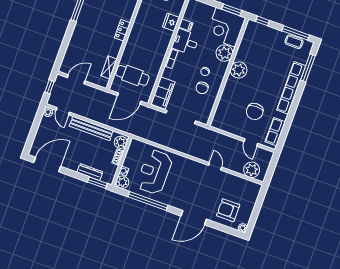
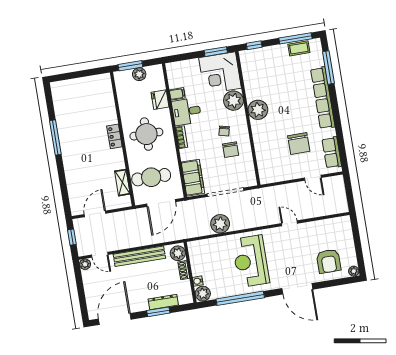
round table: (147, 42) -> (146, 134), added
plant: (252, 170) -> (220, 224), moved
reception desk: (154, 172) -> (251, 261), moved
window: (97, 183) -> (158, 312), moved
armchair: (228, 210) -> (329, 261), turned -90
door: (194, 218) -> (297, 289), hinge flipped

